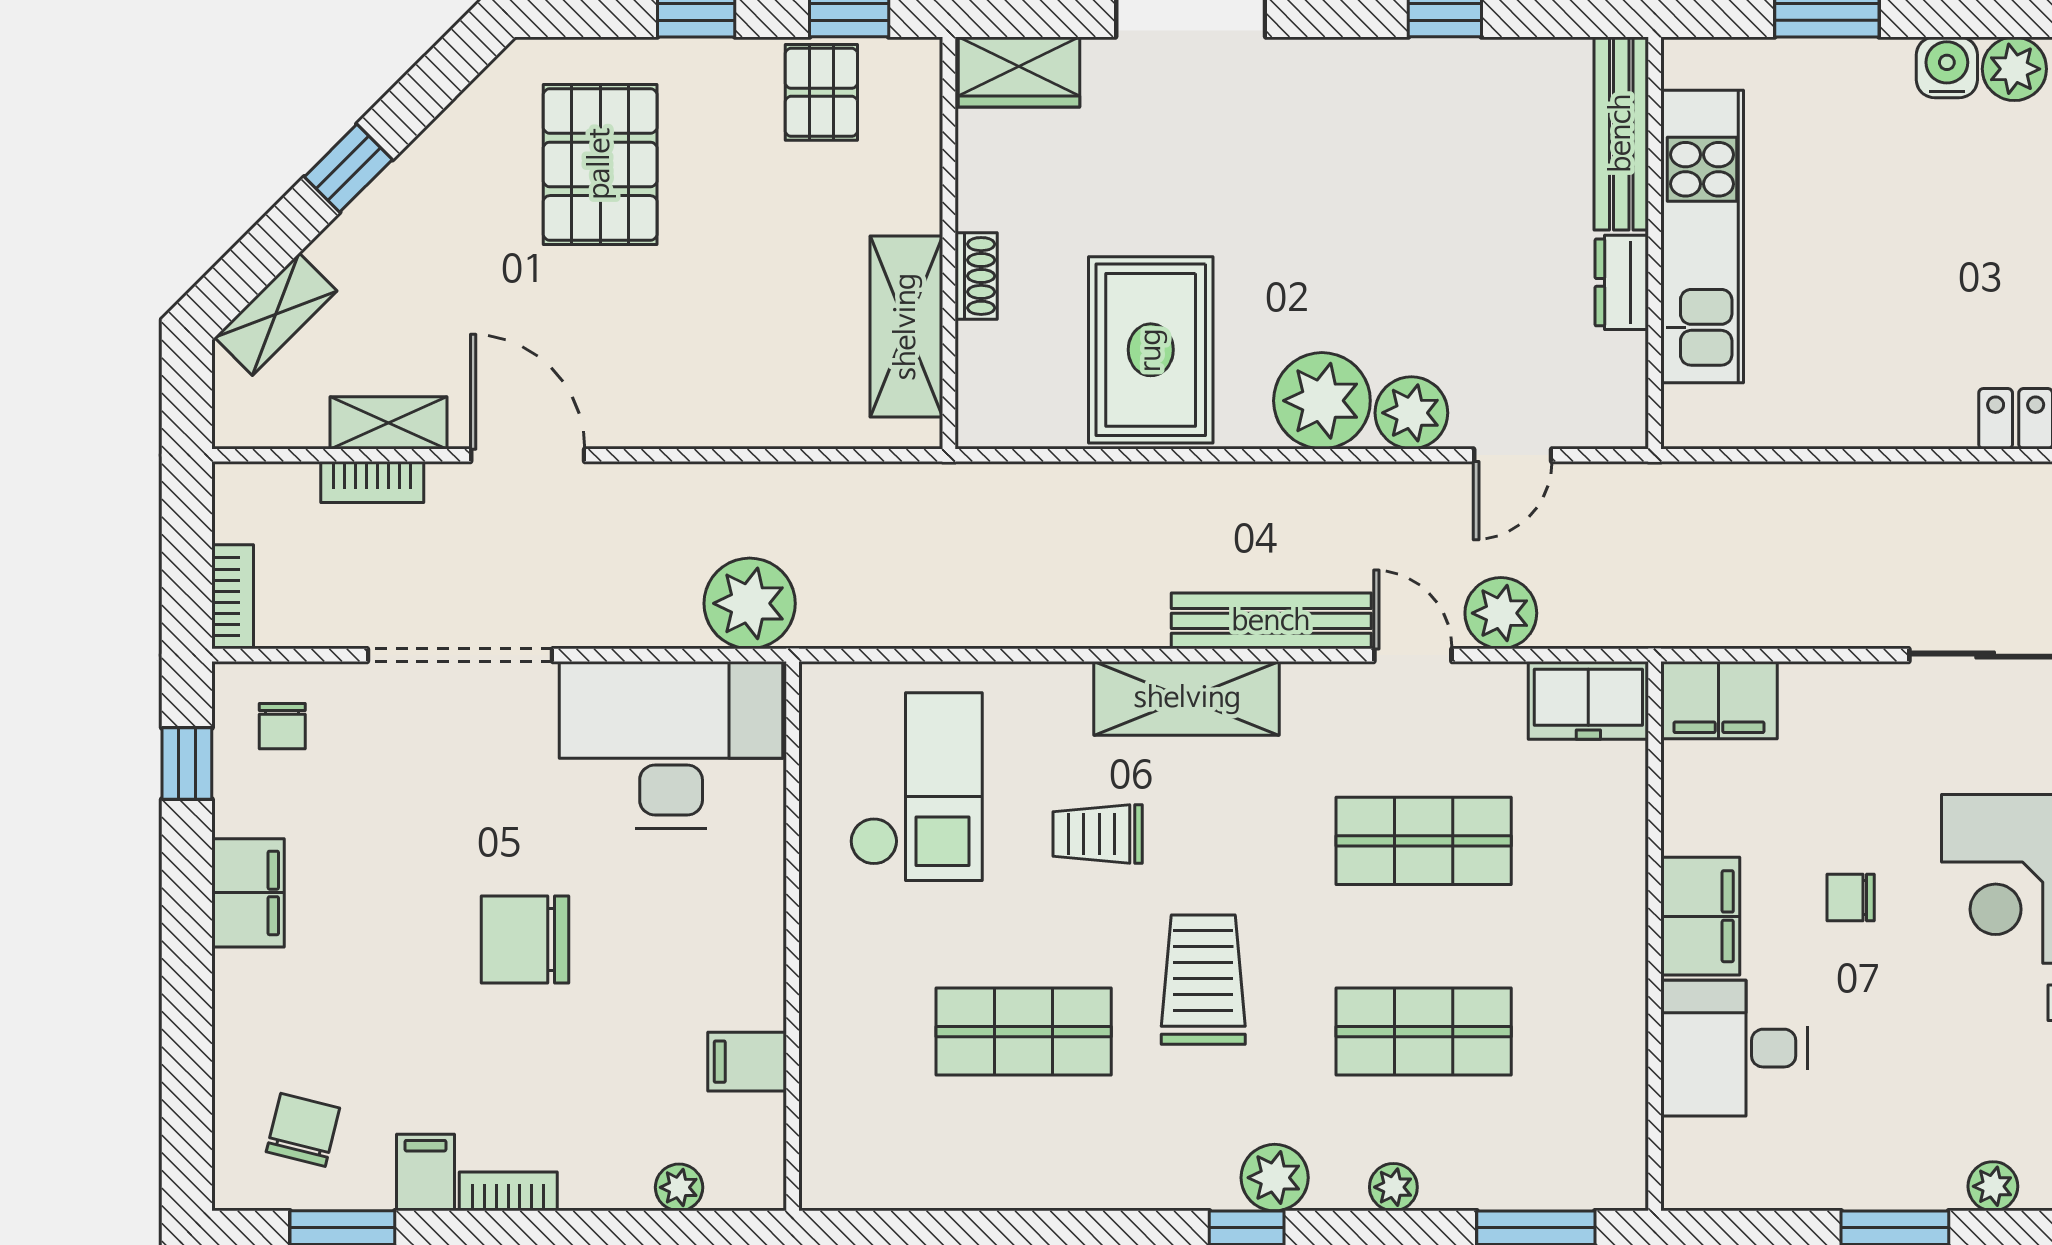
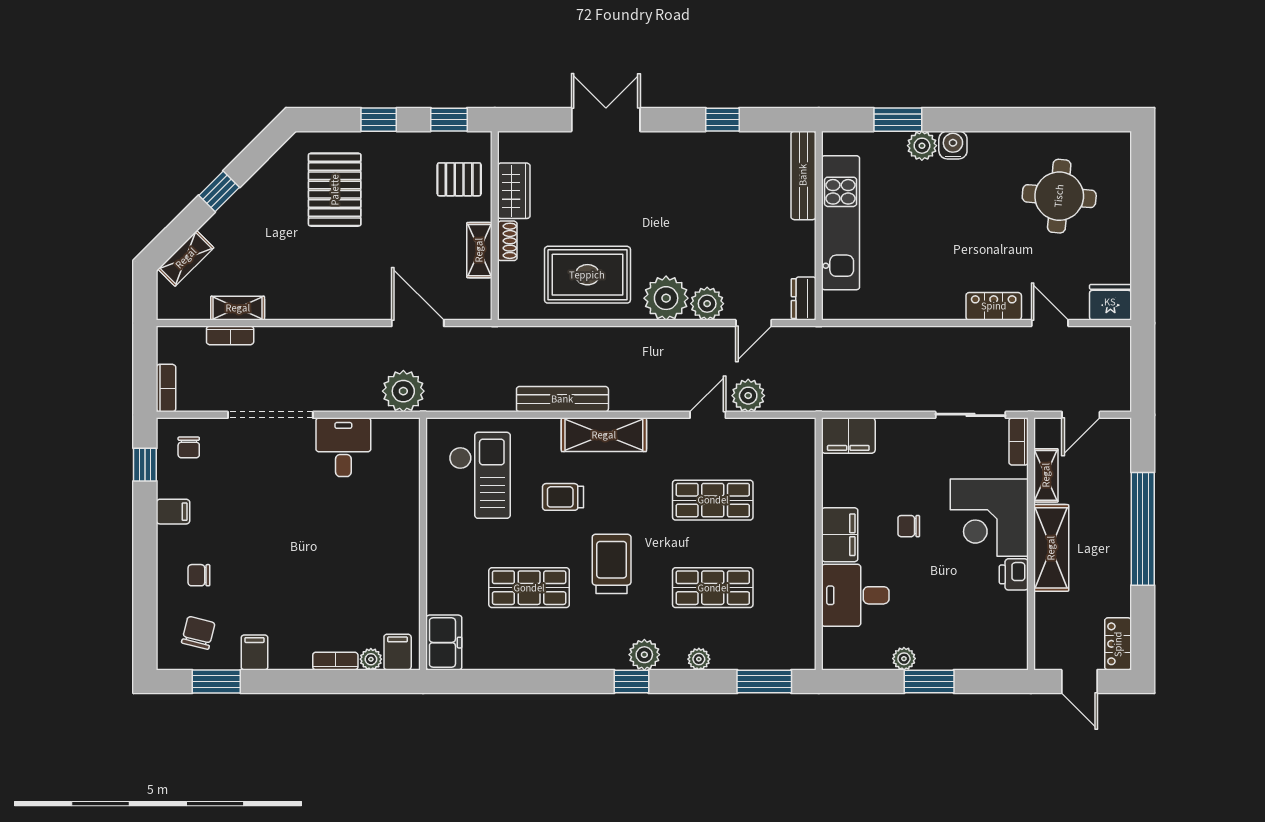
plant: (2014, 69) -> (922, 146), moved
wardrobe: (1019, 72) -> (514, 191), moved, turned -90
pallet: (821, 92) -> (459, 179), moved, turned 90
dresser: (1622, 282) -> (804, 299), moved
shelving: (906, 327) -> (479, 250), width x0.67, depth x0.75
rug: (1151, 350) -> (587, 275), turned 90
door: (528, 455) -> (418, 323), moved
bench: (1271, 621) -> (562, 399), moved
door: (1413, 655) -> (708, 415), hinge flipped
freezer: (1588, 700) -> (444, 643), moved, turned -90
desk: (671, 745) -> (343, 447), width x0.53, depth x0.77
filing cabinet: (248, 893) -> (173, 512), width x0.50
chair: (525, 939) -> (199, 575), moved, width x0.54, depth x0.54
filing cabinet: (747, 1062) -> (398, 652), moved, turned 90
plant: (1993, 1186) -> (904, 659), moved
bookcase: (508, 1191) -> (335, 661), moved

